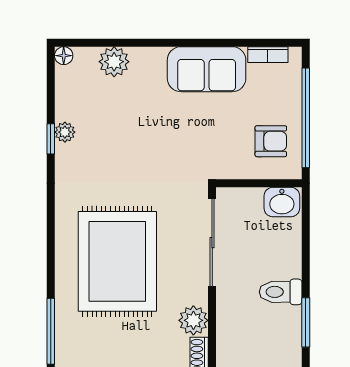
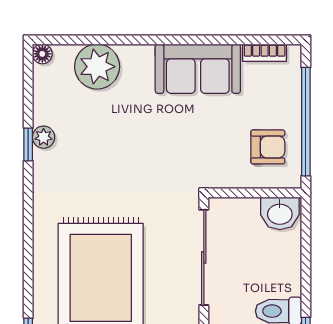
plant: (114, 62) -> (97, 67), width x1.36, depth x1.36

